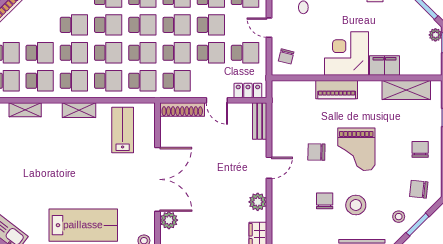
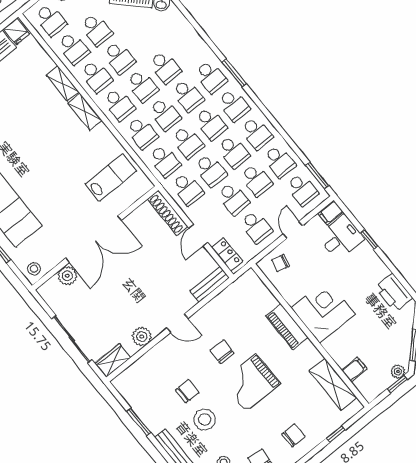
filing cabinet: (385, 66) -> (354, 370), moved, width x0.50
shelving: (79, 110) -> (85, 112), moved

